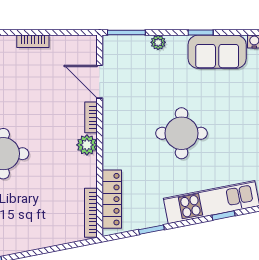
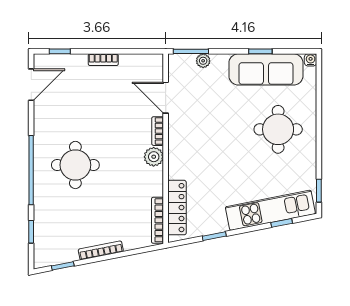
plant: (158, 42) -> (203, 61), moved
sofa: (217, 52) -> (266, 69), width x1.36
round table: (182, 133) -> (278, 129), moved
bookcase: (30, 245) -> (101, 250), added

